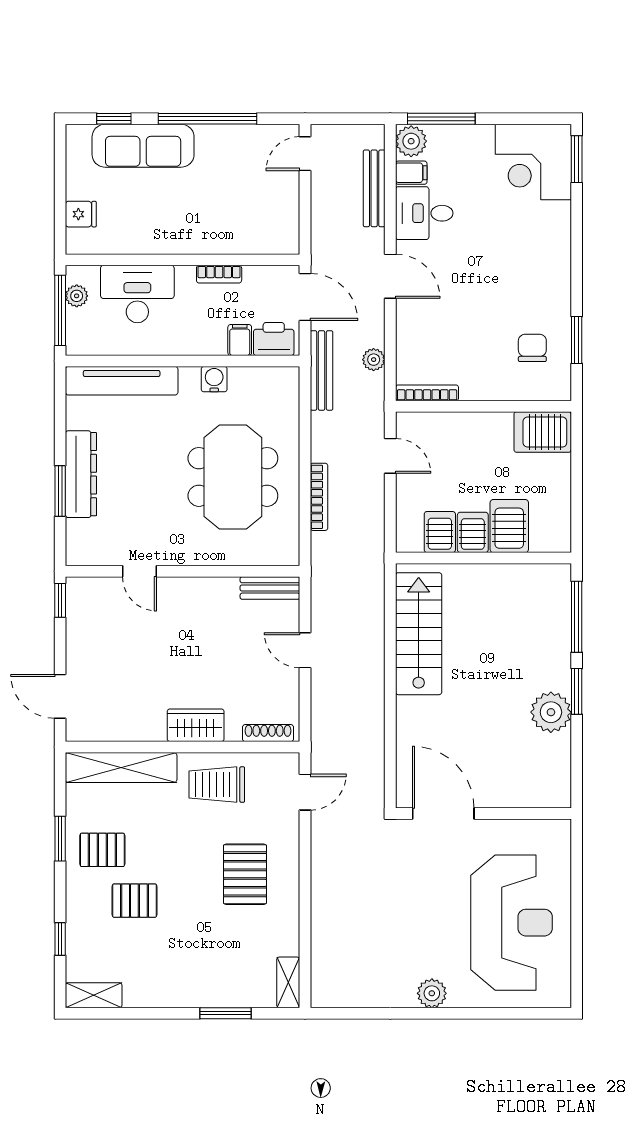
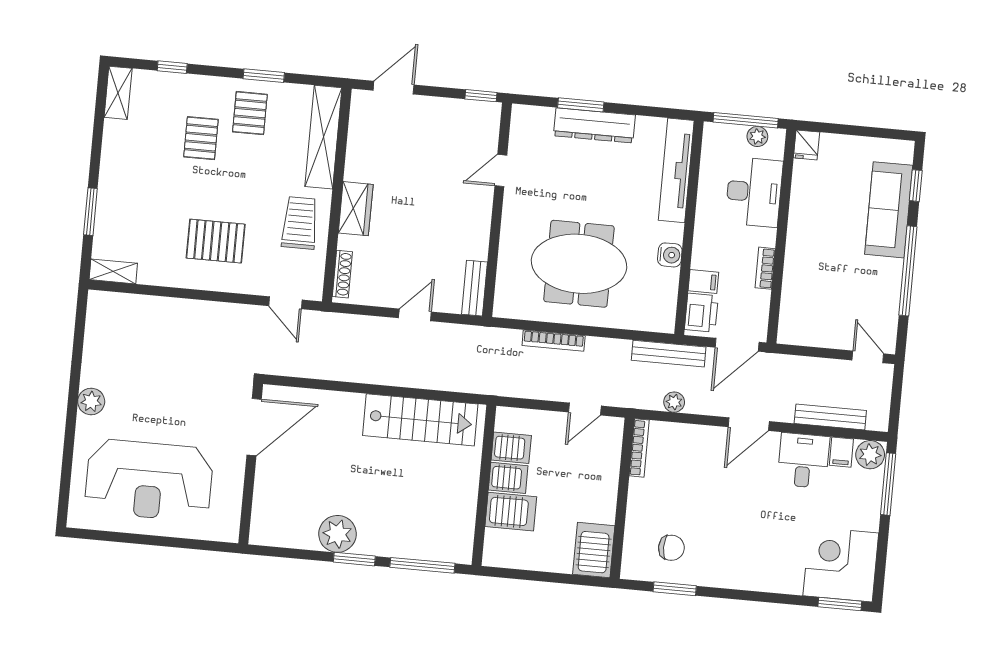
fridge: (81, 214) -> (806, 145), moved

